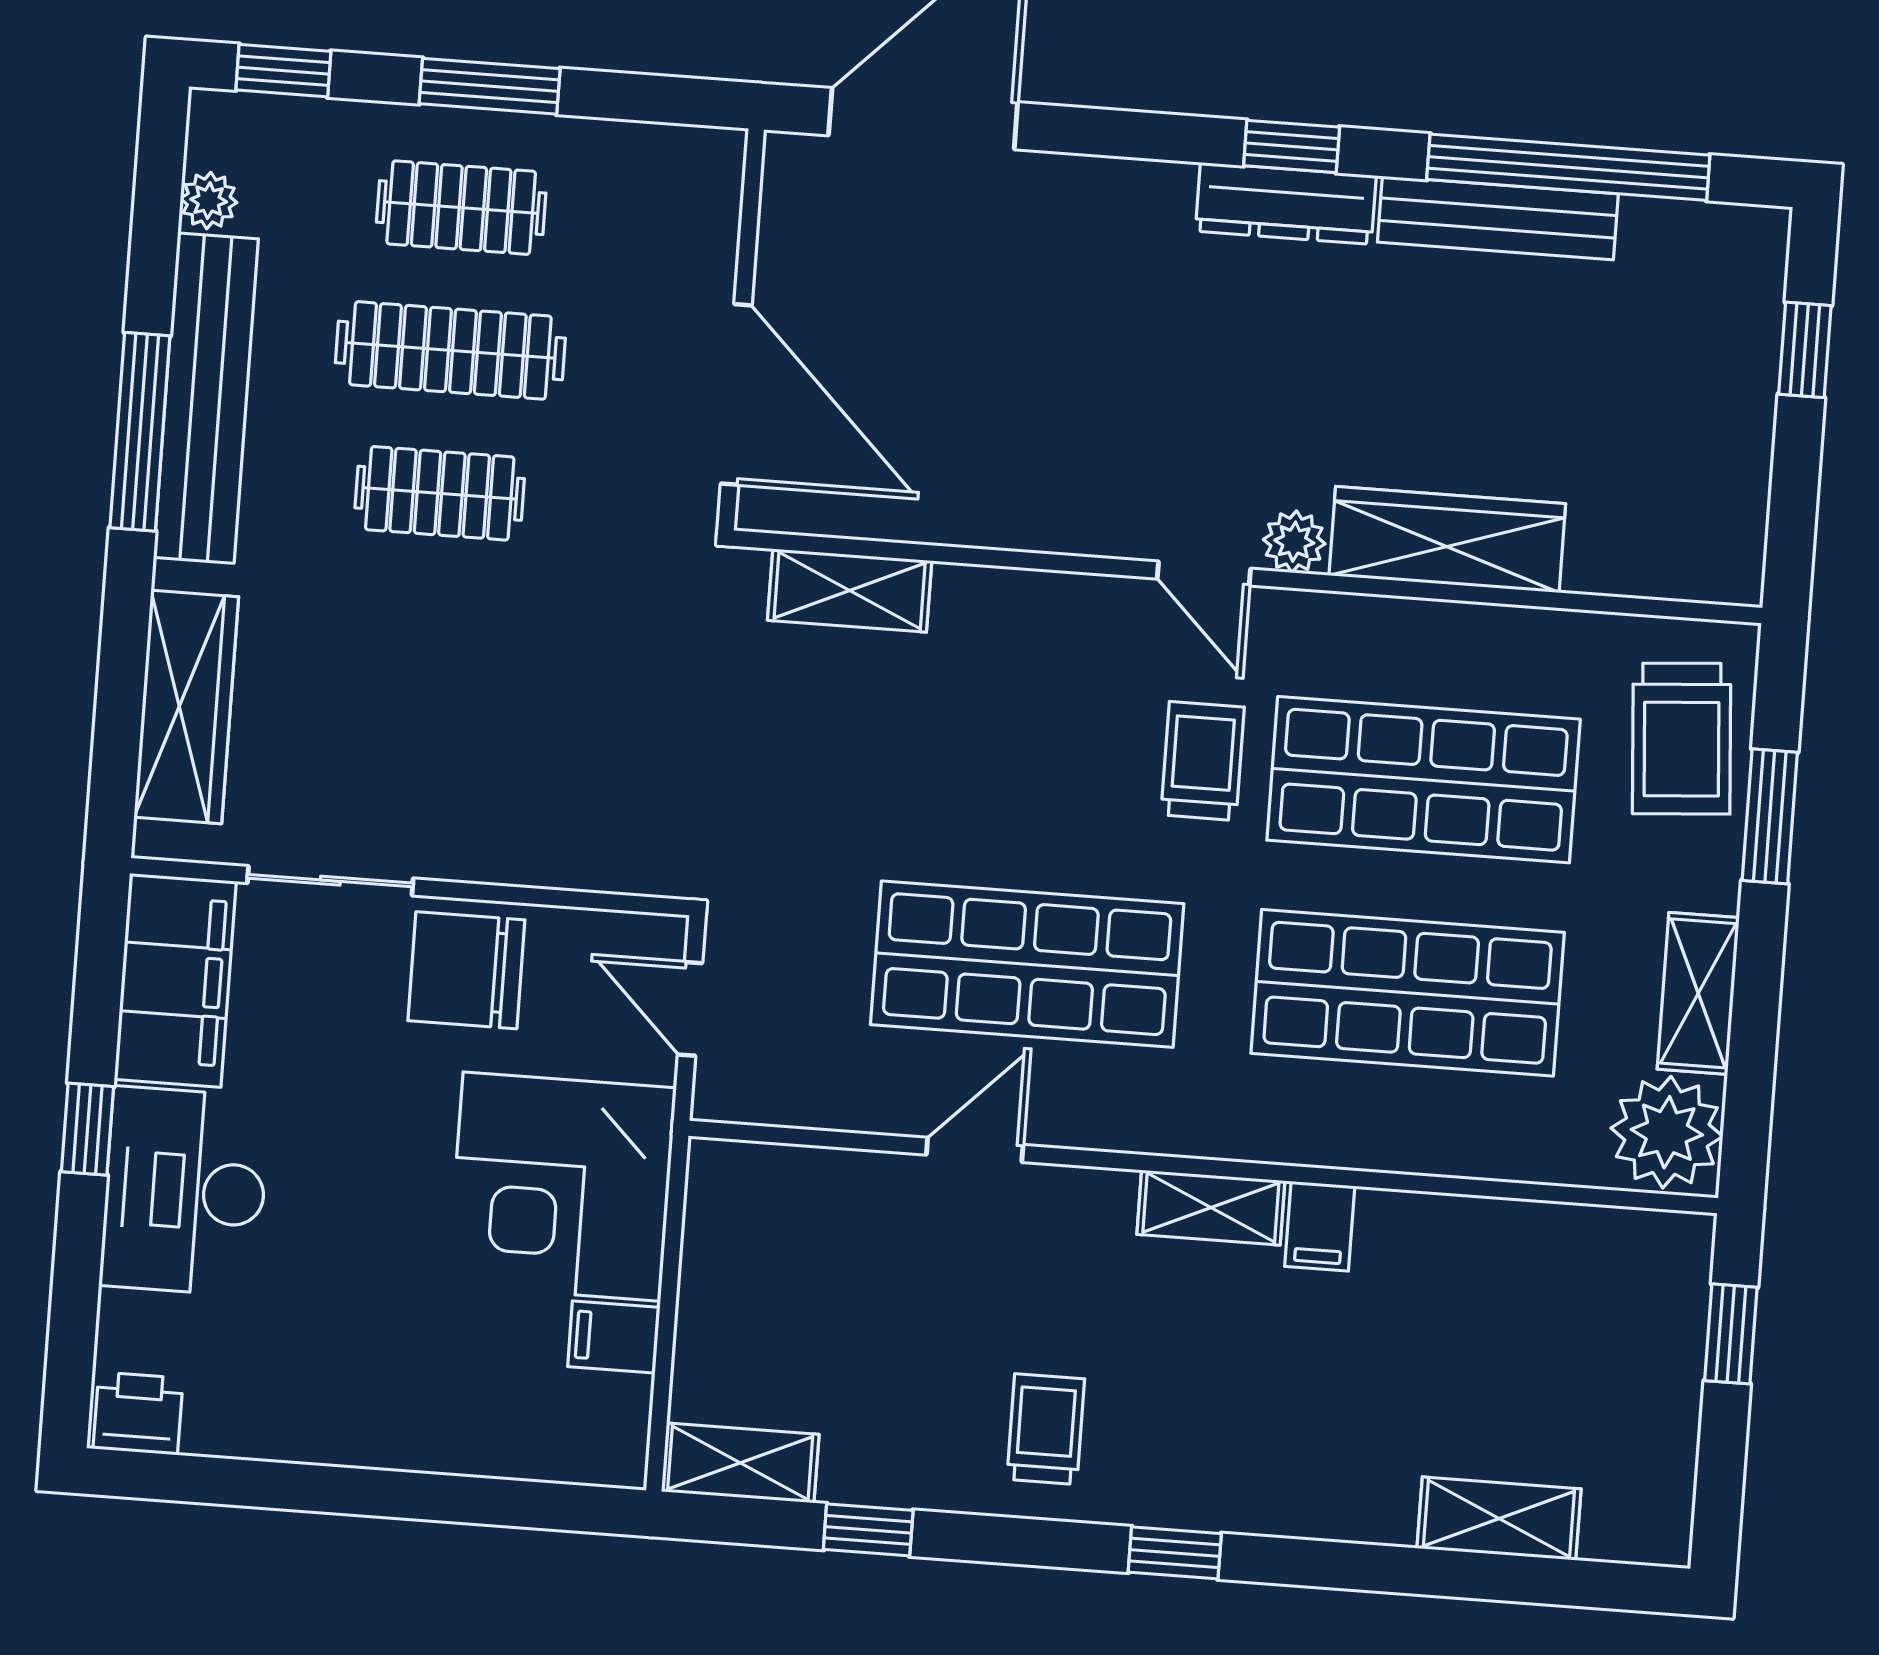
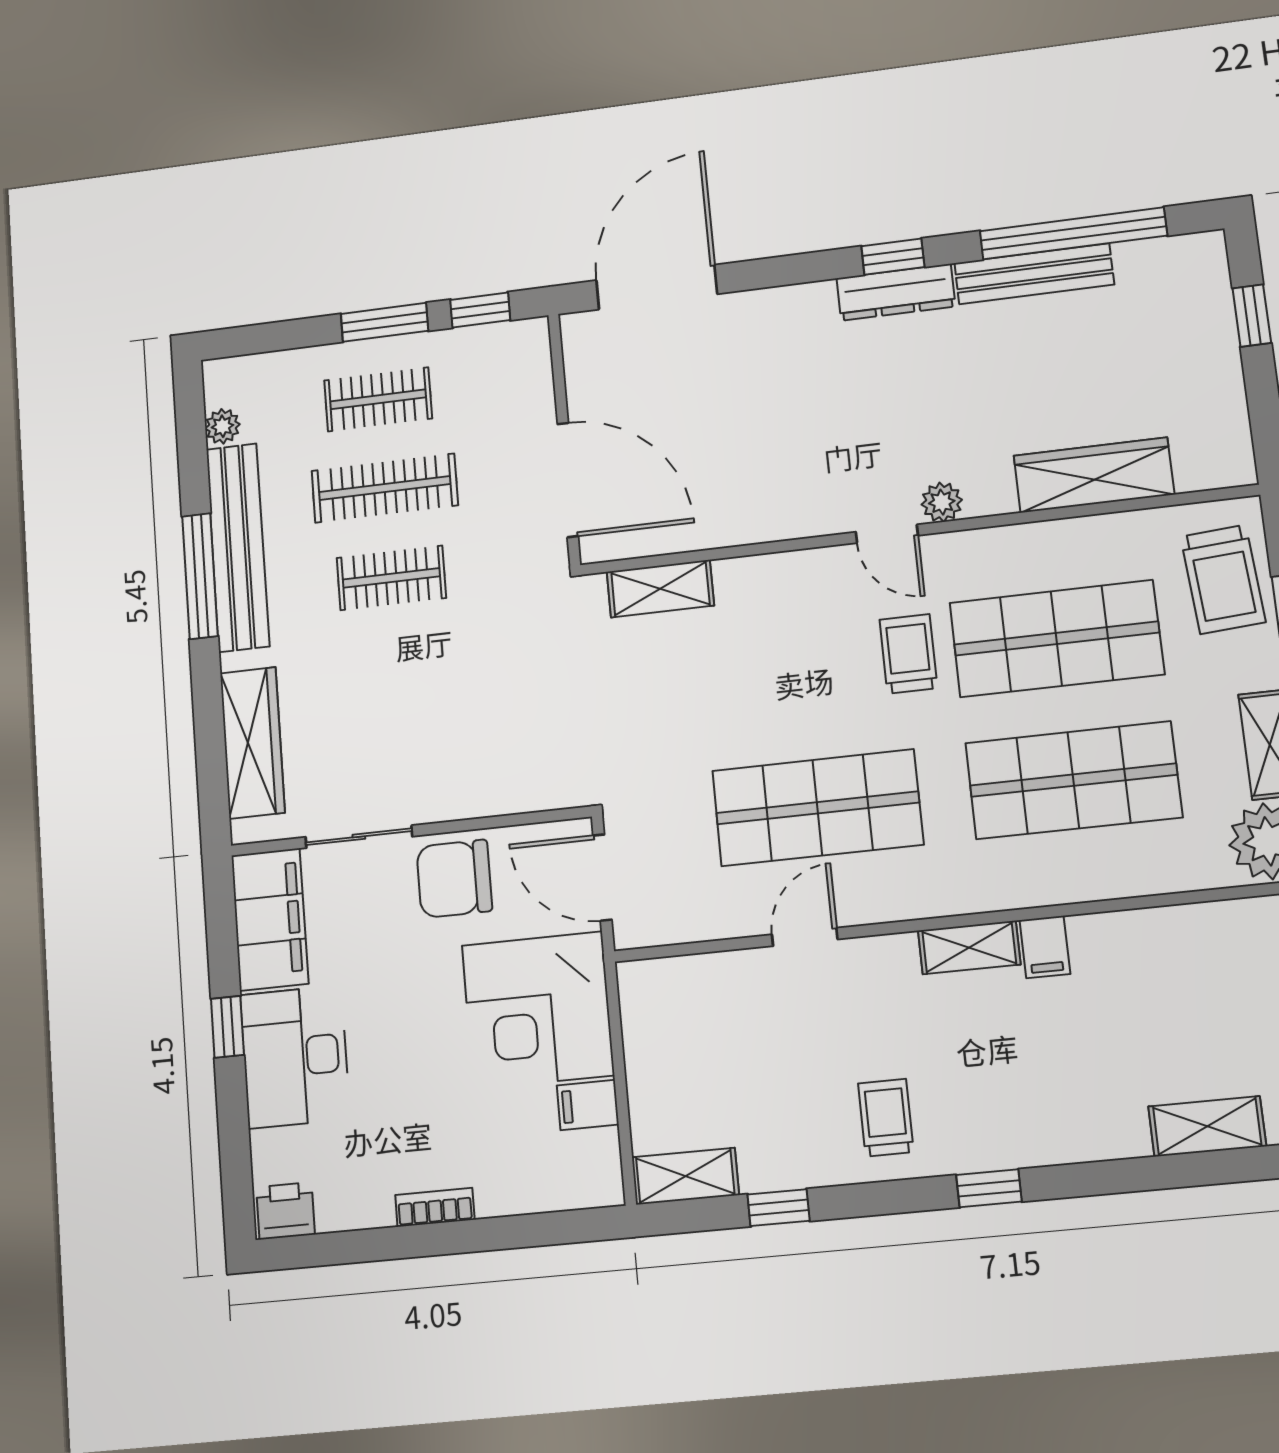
window: (283, 71) -> (480, 310), moved
wardrobe: (1447, 540) -> (1094, 475), moved
door: (690, 1009) -> (602, 878), width x1.37
bookcase: (363, 1446) -> (435, 1207), added

